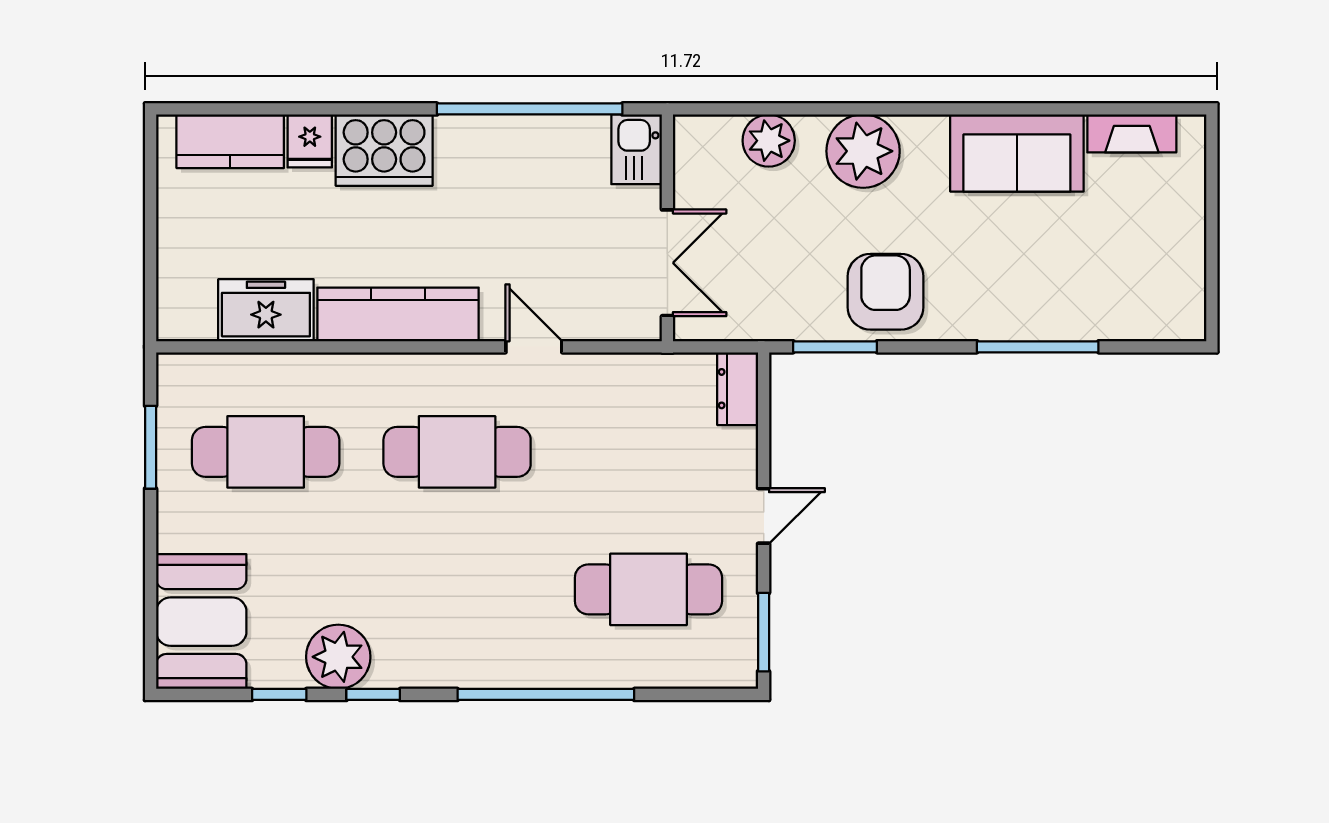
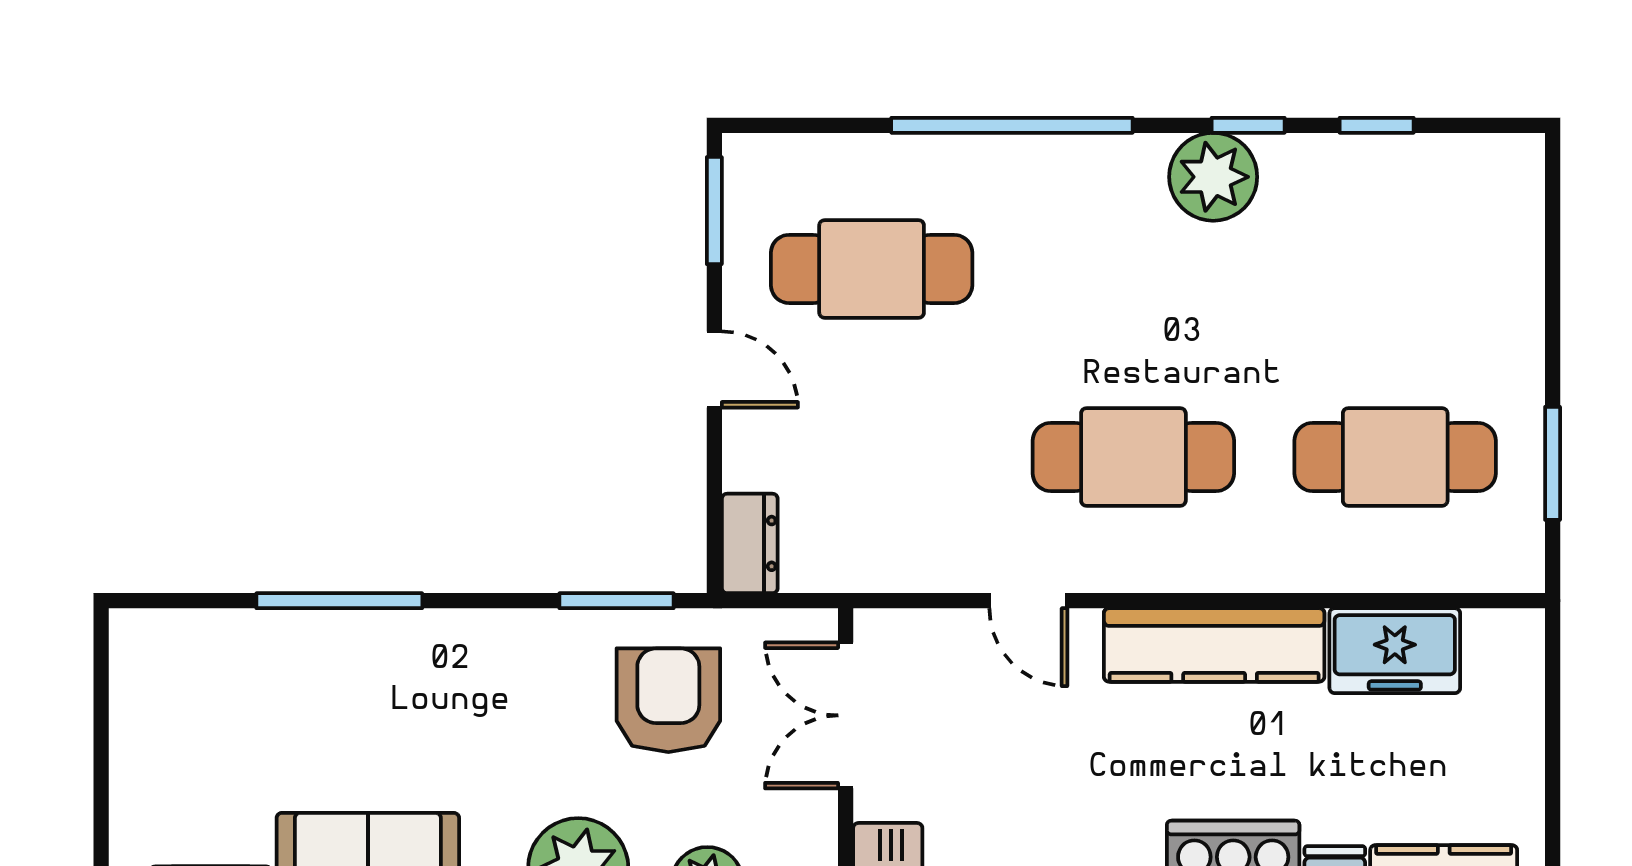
armchair: (886, 292) -> (668, 700), moved, turned 180
door: (764, 516) -> (714, 369), swing flipped
booth: (201, 622) -> (1483, 225), removed
plant: (338, 657) -> (1213, 177), moved

